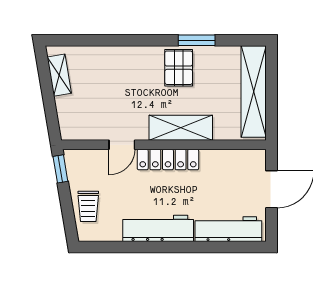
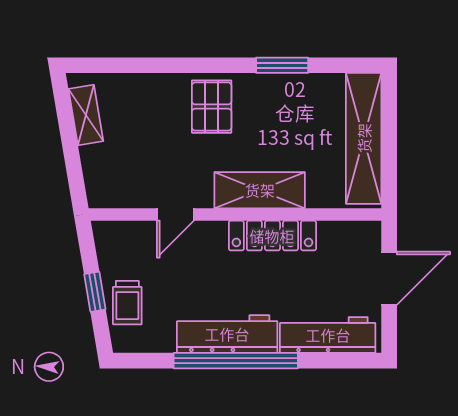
pallet: (179, 68) -> (212, 107), moved
locker: (168, 159) -> (272, 236), moved
window: (60, 169) -> (95, 292), moved
window: (164, 247) -> (236, 361), added

